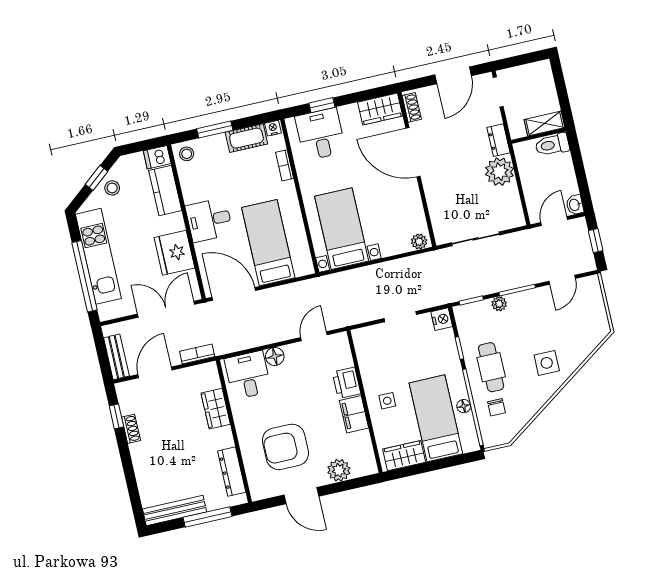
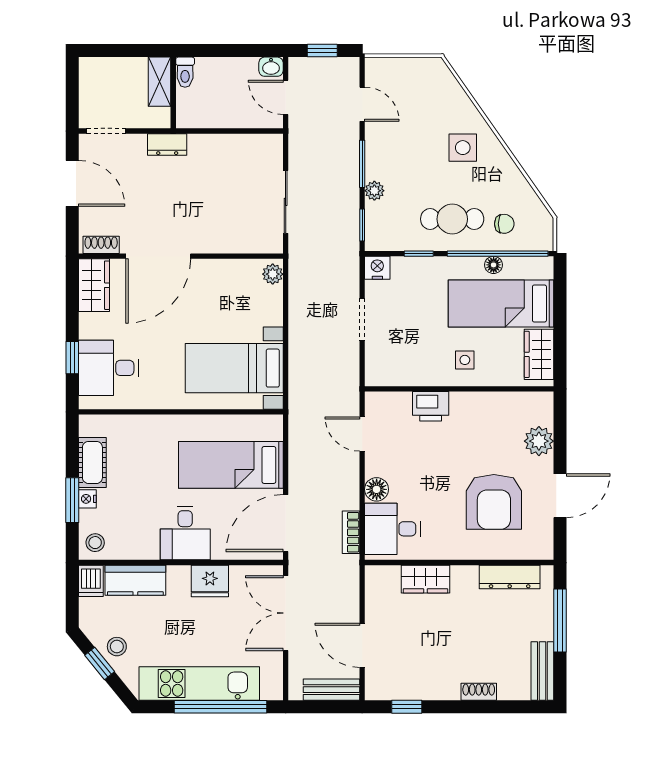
nightstand: (273, 128) -> (87, 499), moved
toilet: (552, 145) -> (185, 72), width x0.73, depth x0.72
bookcase: (285, 165) -> (138, 422), removed
plant: (499, 172) -> (207, 152), removed
fridge: (174, 253) -> (210, 581), width x0.73, depth x0.75
bookcase: (197, 354) -> (351, 532), moved
filing cabinet: (354, 414) -> (472, 406), removed
shoe rack: (131, 429) -> (479, 692), moved
bench: (175, 510) -> (542, 671), width x0.73

